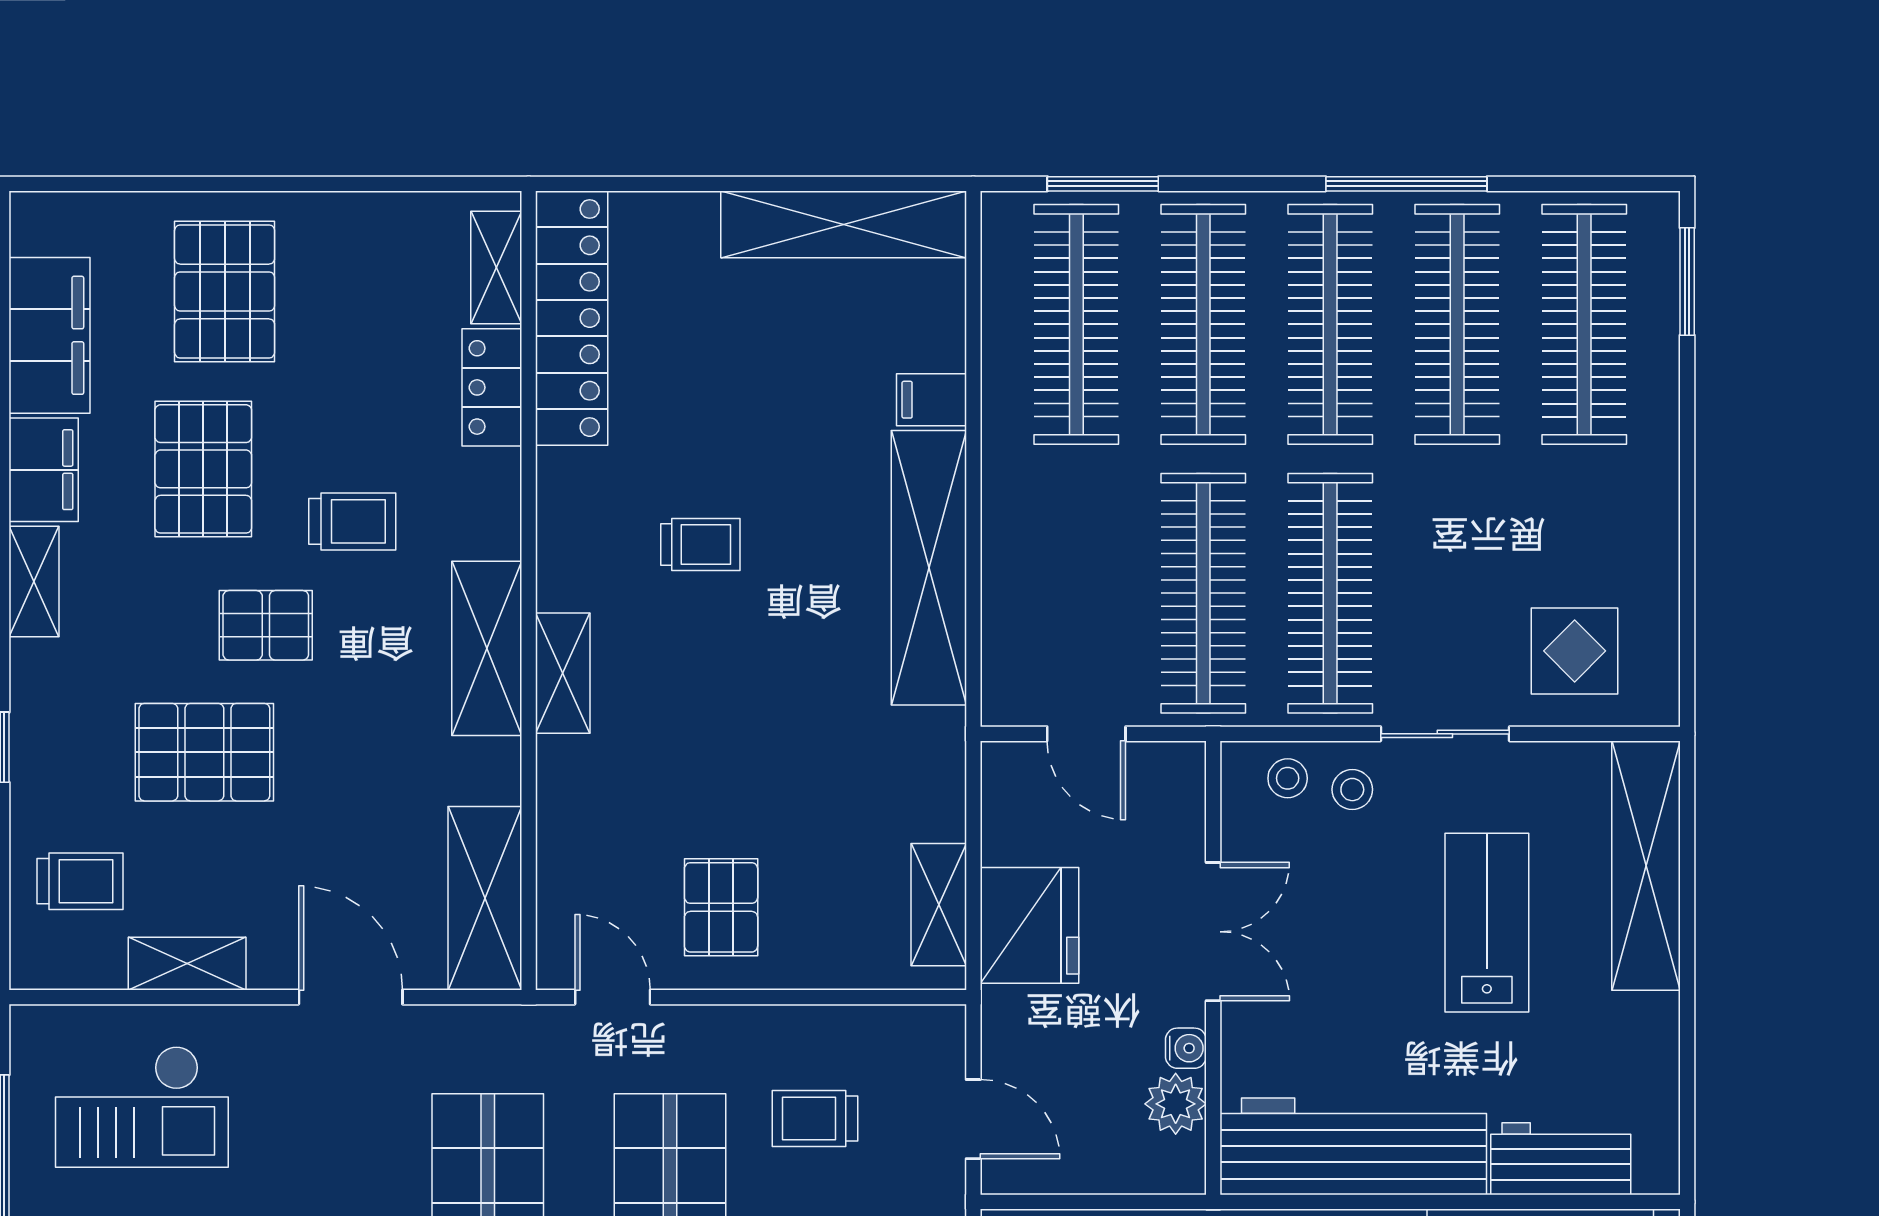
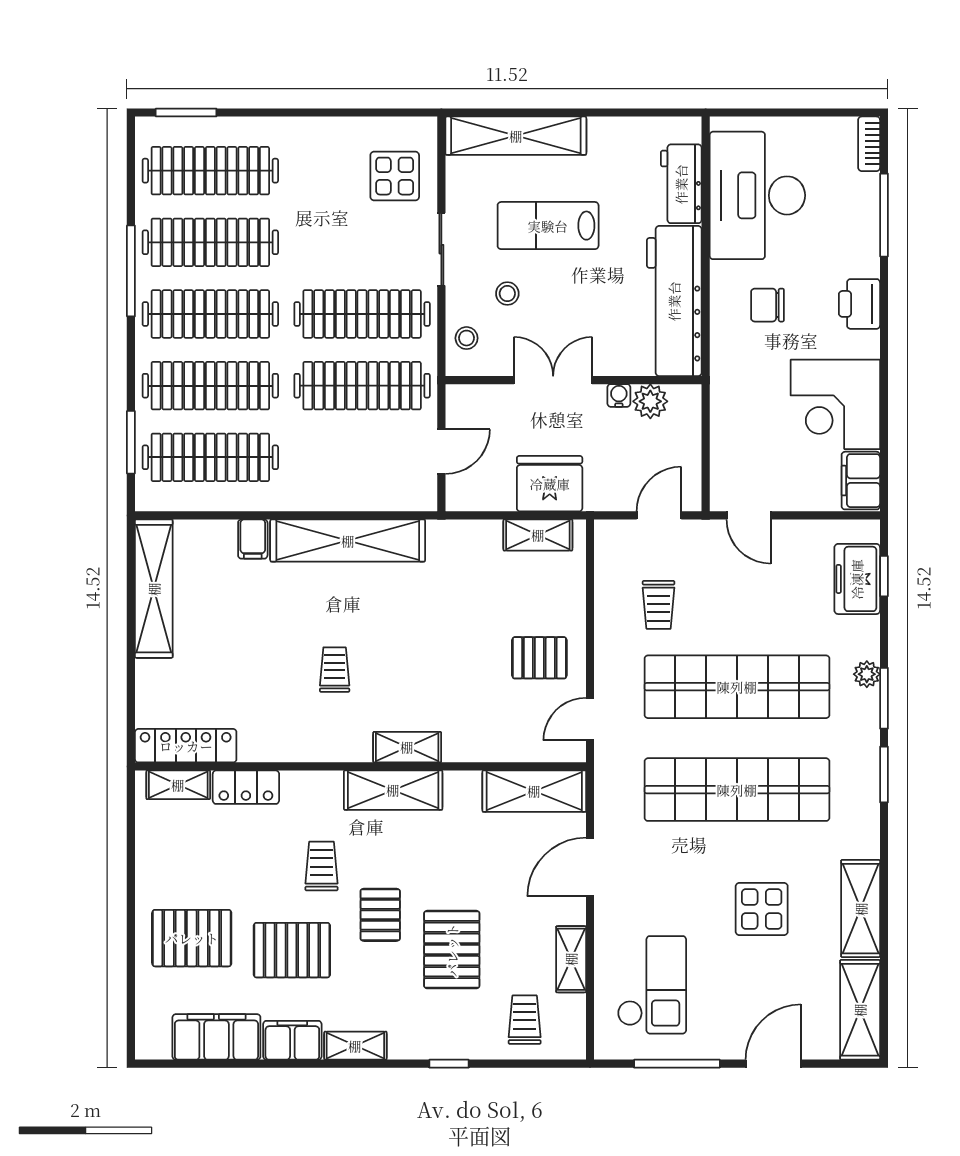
locker: (572, 318) -> (186, 746), width x0.71, depth x0.83
stool: (1352, 790) -> (507, 294), moved

